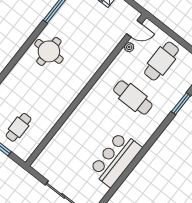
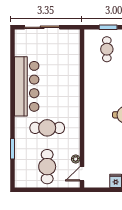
bar counter: (116, 159) -> (27, 86), width x1.36

